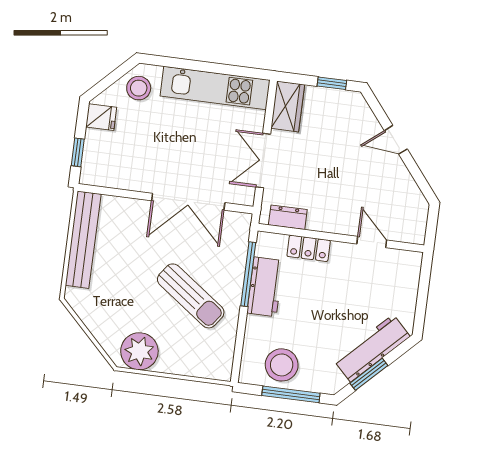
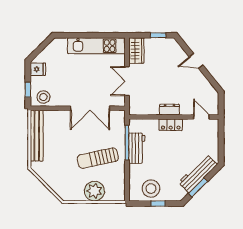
stool: (139, 88) -> (43, 97), moved
dresser: (288, 217) -> (169, 110), moved
door: (372, 242) -> (201, 117), moved
locker: (309, 248) -> (171, 125), moved
sun lounger: (191, 296) -> (98, 158), turned 132
plant: (139, 351) -> (94, 191), moved
window: (291, 394) -> (158, 204), width x0.46

